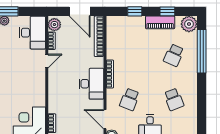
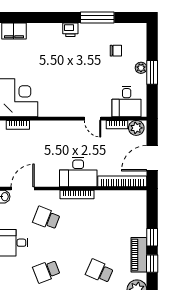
window: (135, 11) -> (152, 237), moved
desk: (32, 33) -> (127, 102), width x0.73
desk: (91, 84) -> (78, 172), moved

